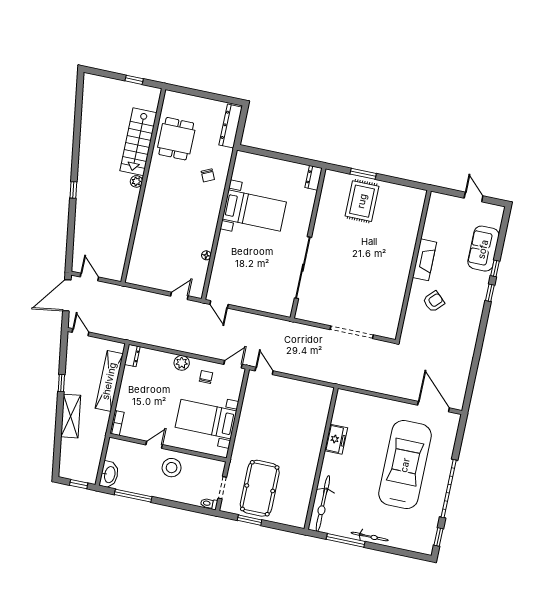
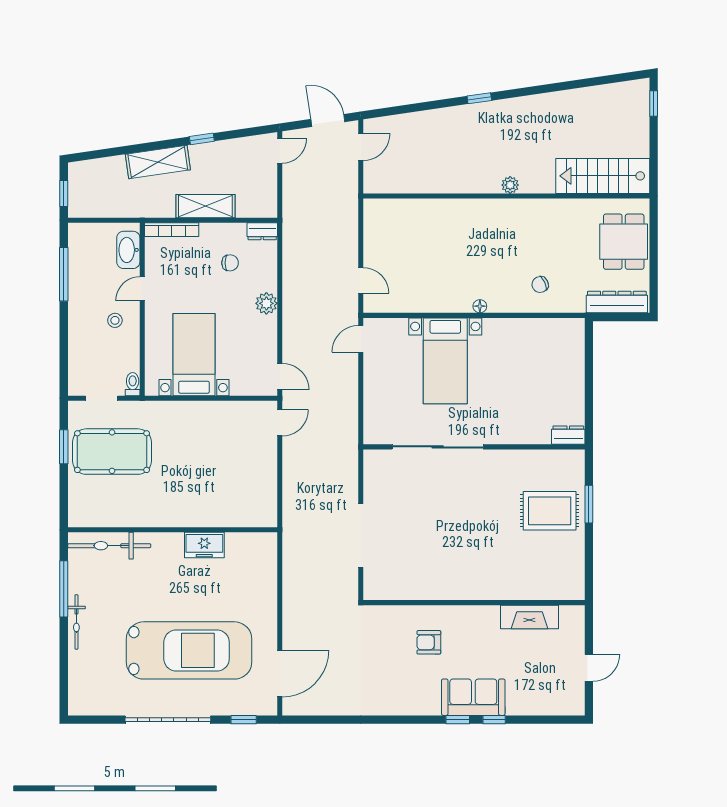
window: (134, 80) -> (654, 104), moved
dining table: (176, 139) -> (624, 242), moved, turned 90
stairs: (138, 142) -> (603, 176), moved
bed with nightstands: (254, 210) -> (445, 361), moved
sofa: (483, 249) -> (473, 697), moved
floor lamp: (206, 255) -> (480, 306), moved
fireplace: (424, 260) -> (529, 617), moved
door: (67, 295) -> (328, 120), width x0.73
armchair: (434, 301) -> (429, 642), turned 136
chair: (206, 377) -> (230, 263), moved
shelving: (109, 381) -> (205, 206), width x0.68
bookcase: (117, 423) -> (172, 230), width x1.56
door: (154, 445) -> (142, 289), swing flipped
stool: (172, 468) -> (115, 320), width x0.53, depth x0.53
washbasin: (109, 475) -> (128, 250), moved, turned 90
toilet: (209, 504) -> (133, 384), moved
window: (438, 537) -> (244, 720), moved

